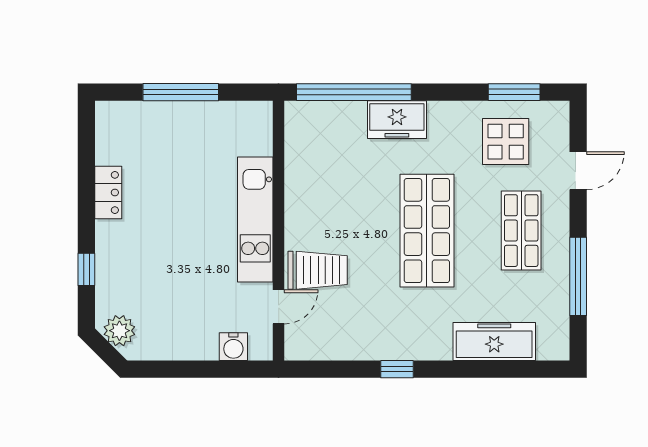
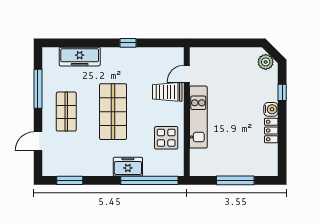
display table: (506, 142) -> (166, 138), moved
water cooler: (233, 347) -> (271, 109), moved, turned 90

